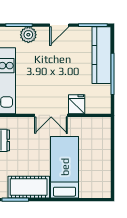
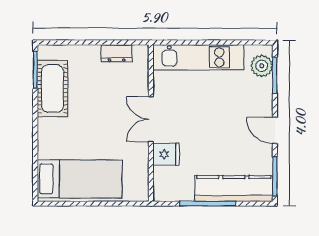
plant: (28, 35) -> (262, 66), moved
bed: (65, 167) -> (80, 179), moved

